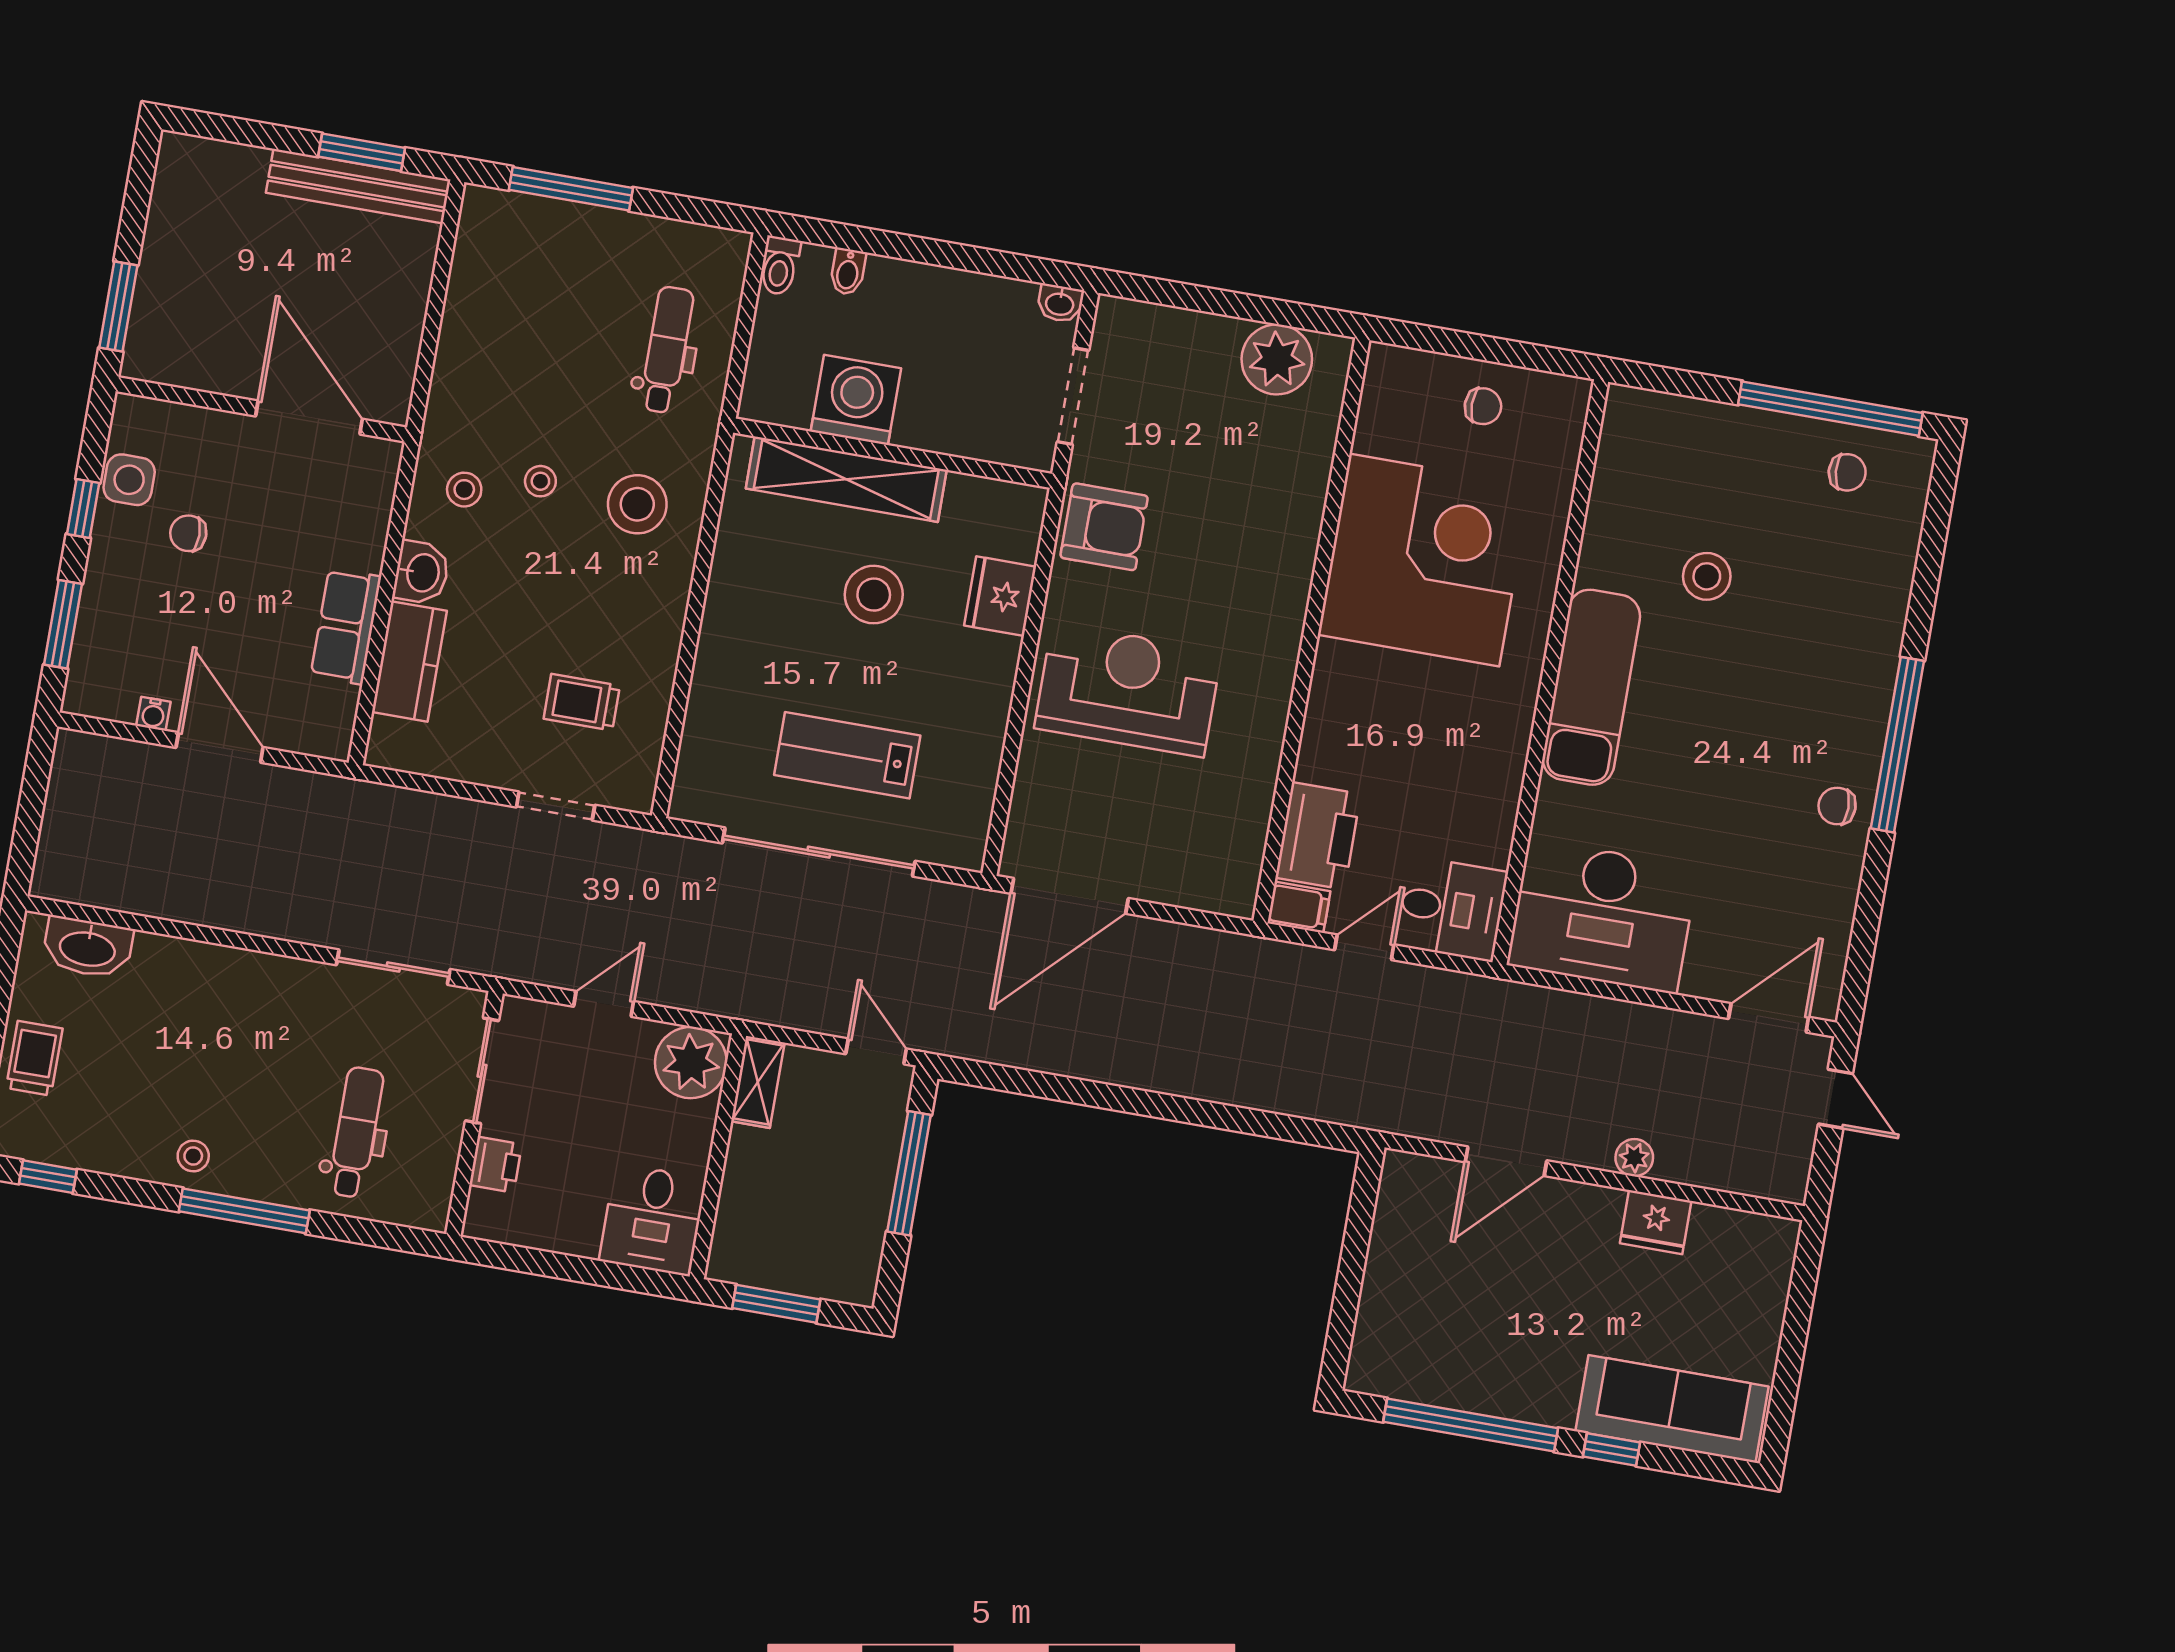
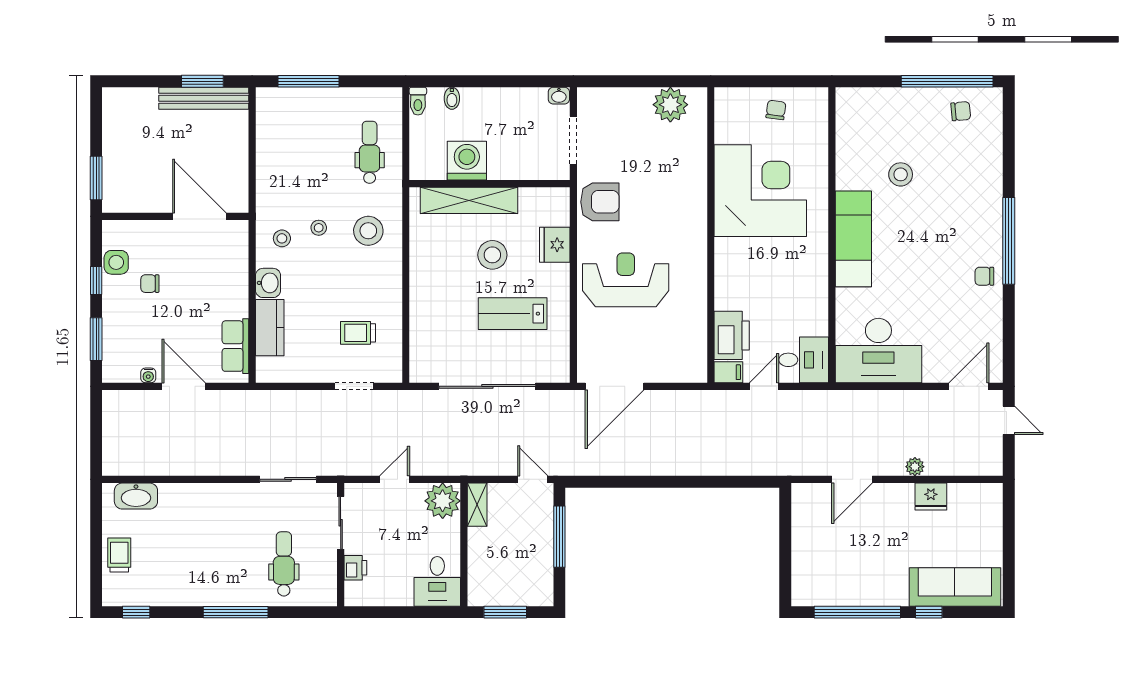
chair: (1483, 406) -> (776, 110), turned -82
row of seats: (346, 626) -> (235, 346), moved
lab bench: (847, 755) -> (513, 314), moved
stool: (193, 1156) -> (206, 590), removed

